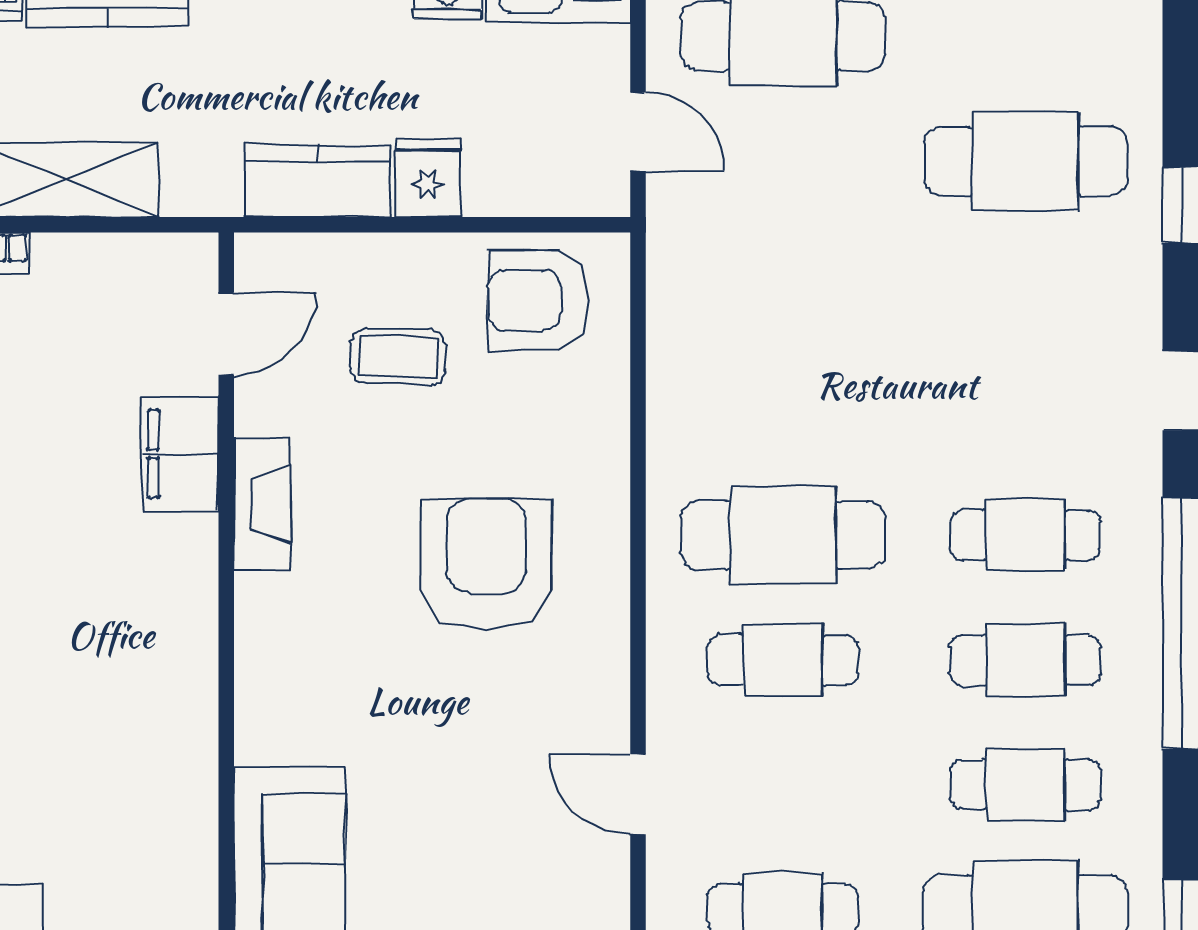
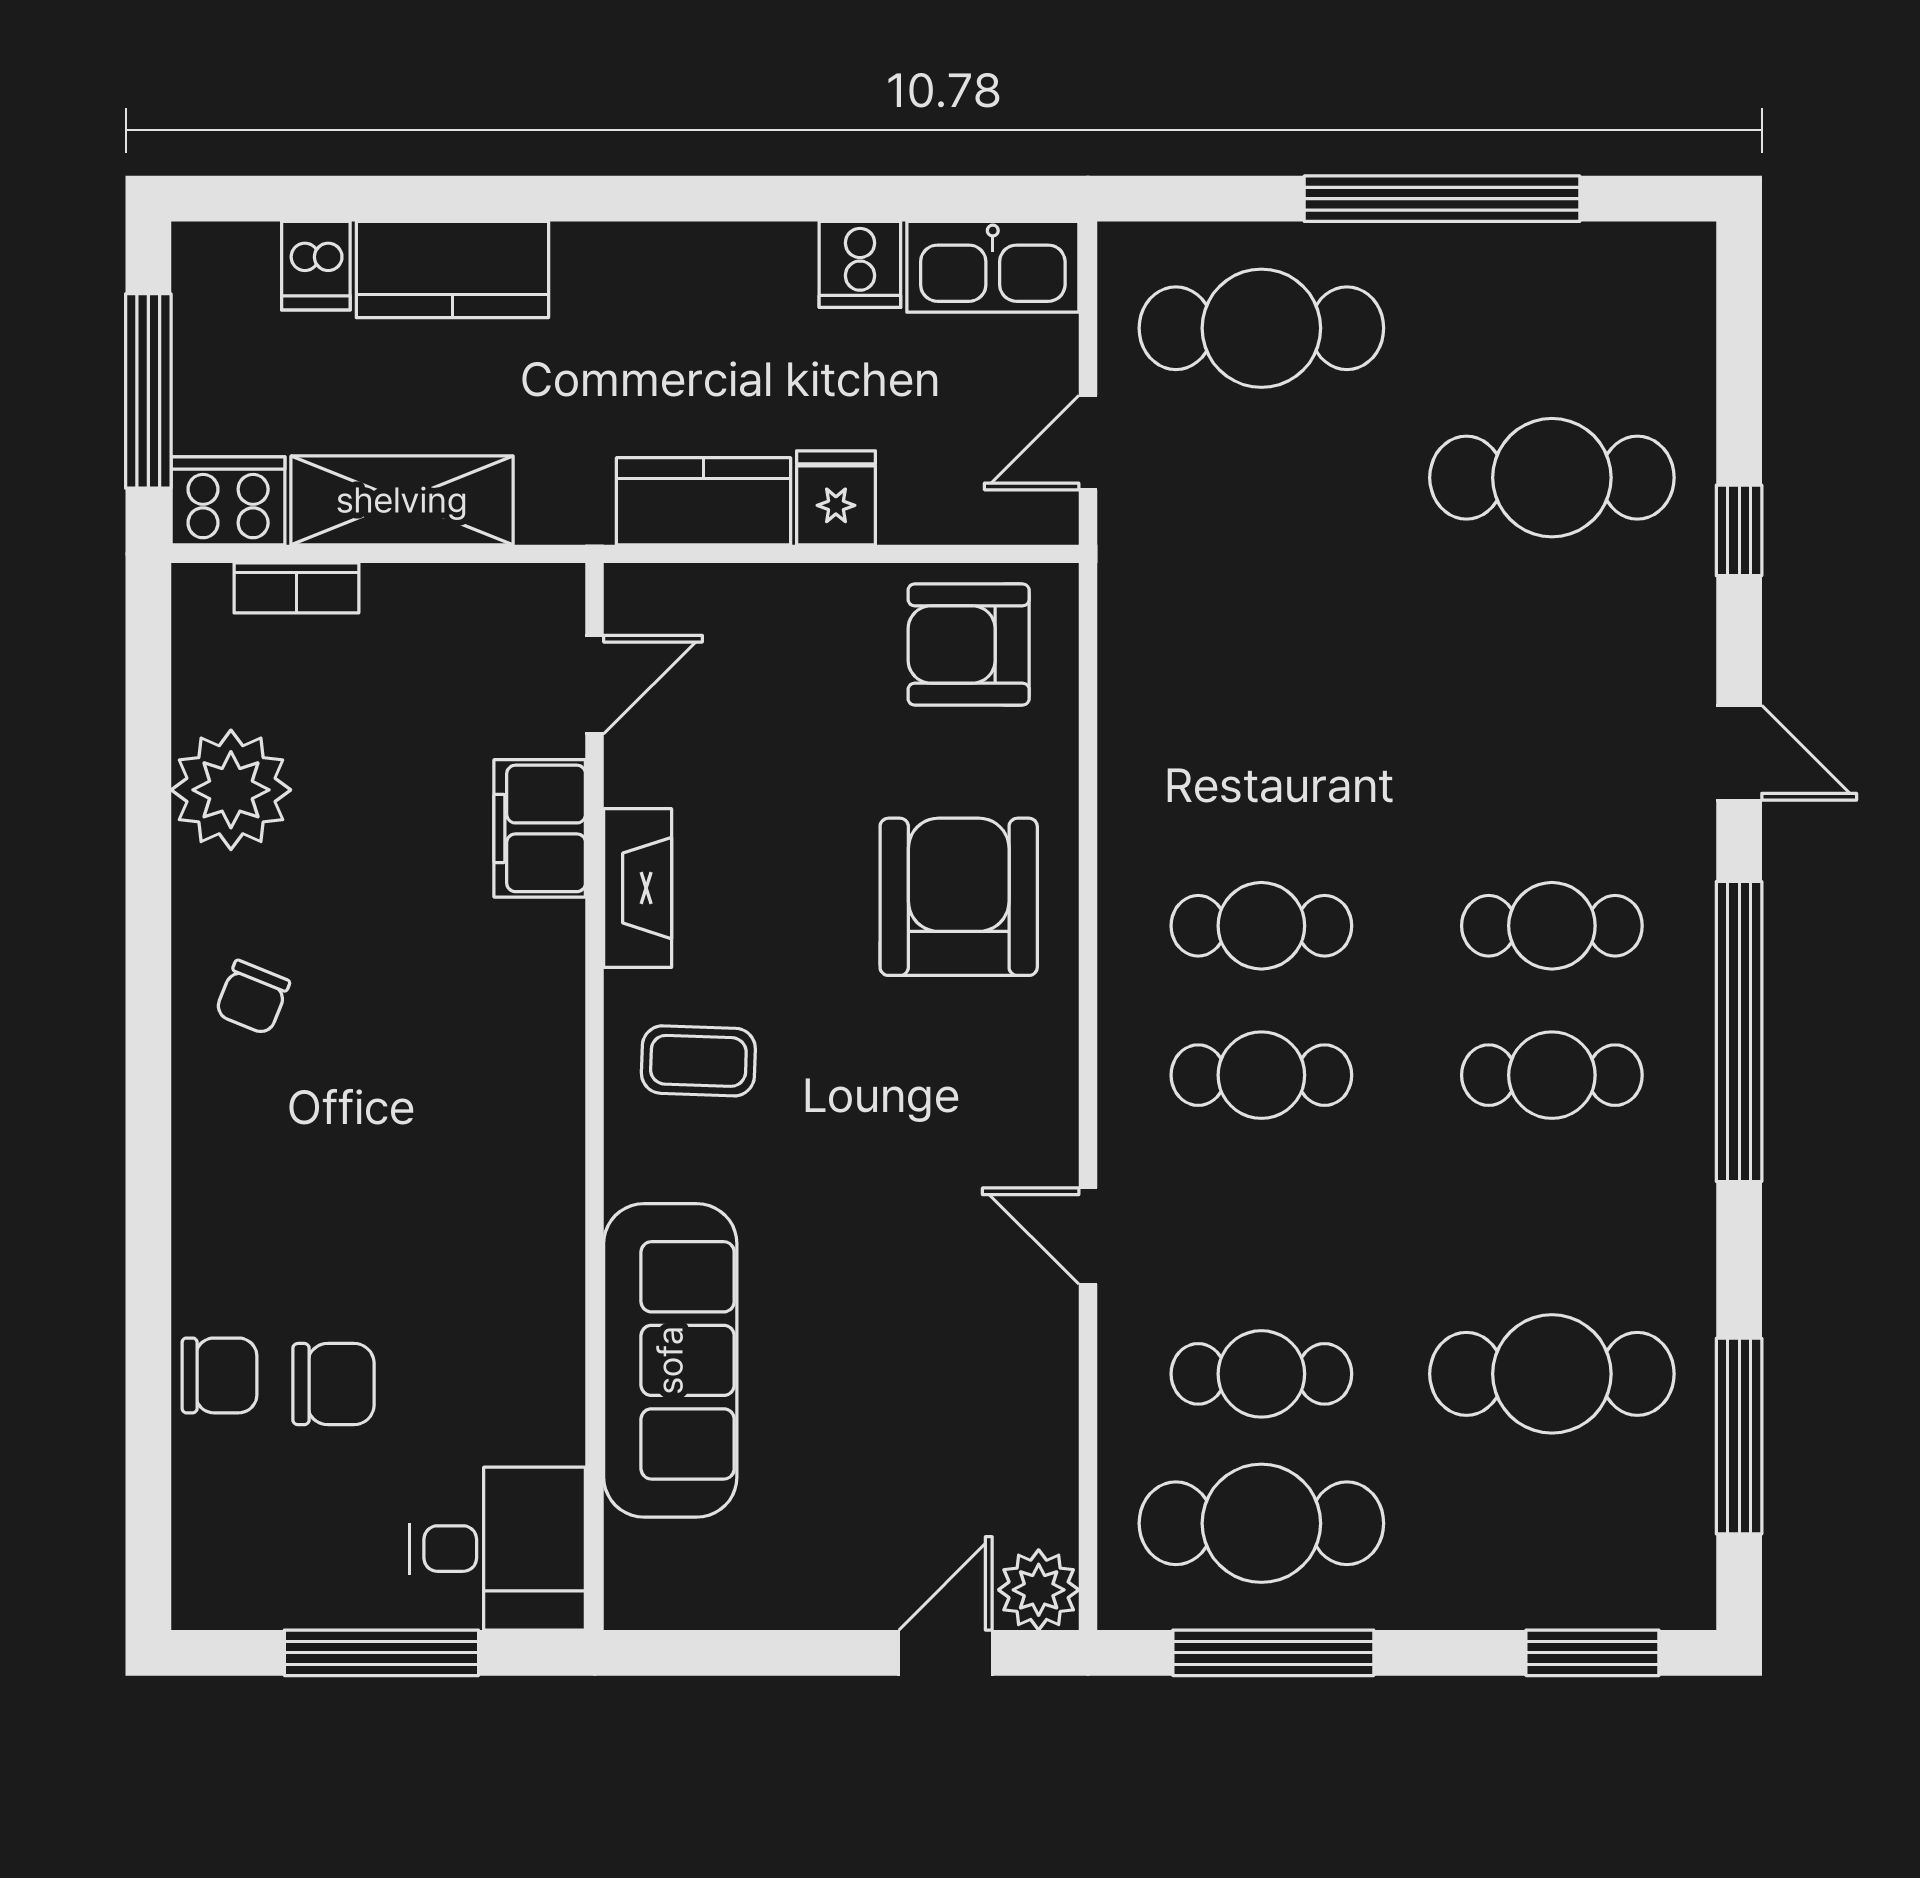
door: (638, 132) -> (1088, 443), swing flipped
coffee table: (398, 357) -> (698, 1061), moved
cafe table: (783, 535) -> (1261, 926), width x0.73, depth x0.74
armchair: (486, 564) -> (959, 897), moved
cafe table: (1025, 785) -> (1552, 1225), removed

